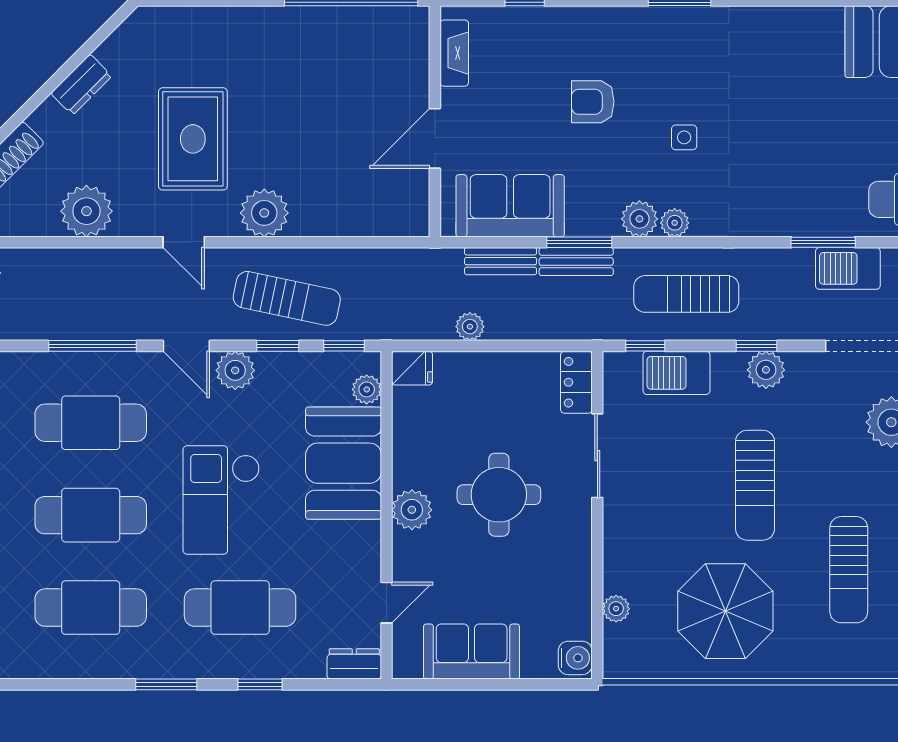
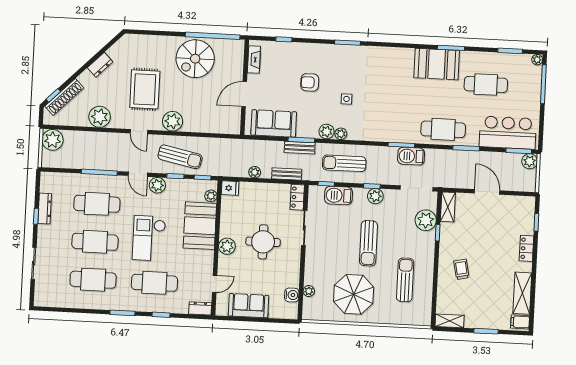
spiral stairs: (311, 58) -> (195, 59), added
bench: (501, 261) -> (287, 174), moved
sun lounger: (849, 570) -> (405, 280), turned 180
water cooler: (575, 658) -> (292, 295), moved

